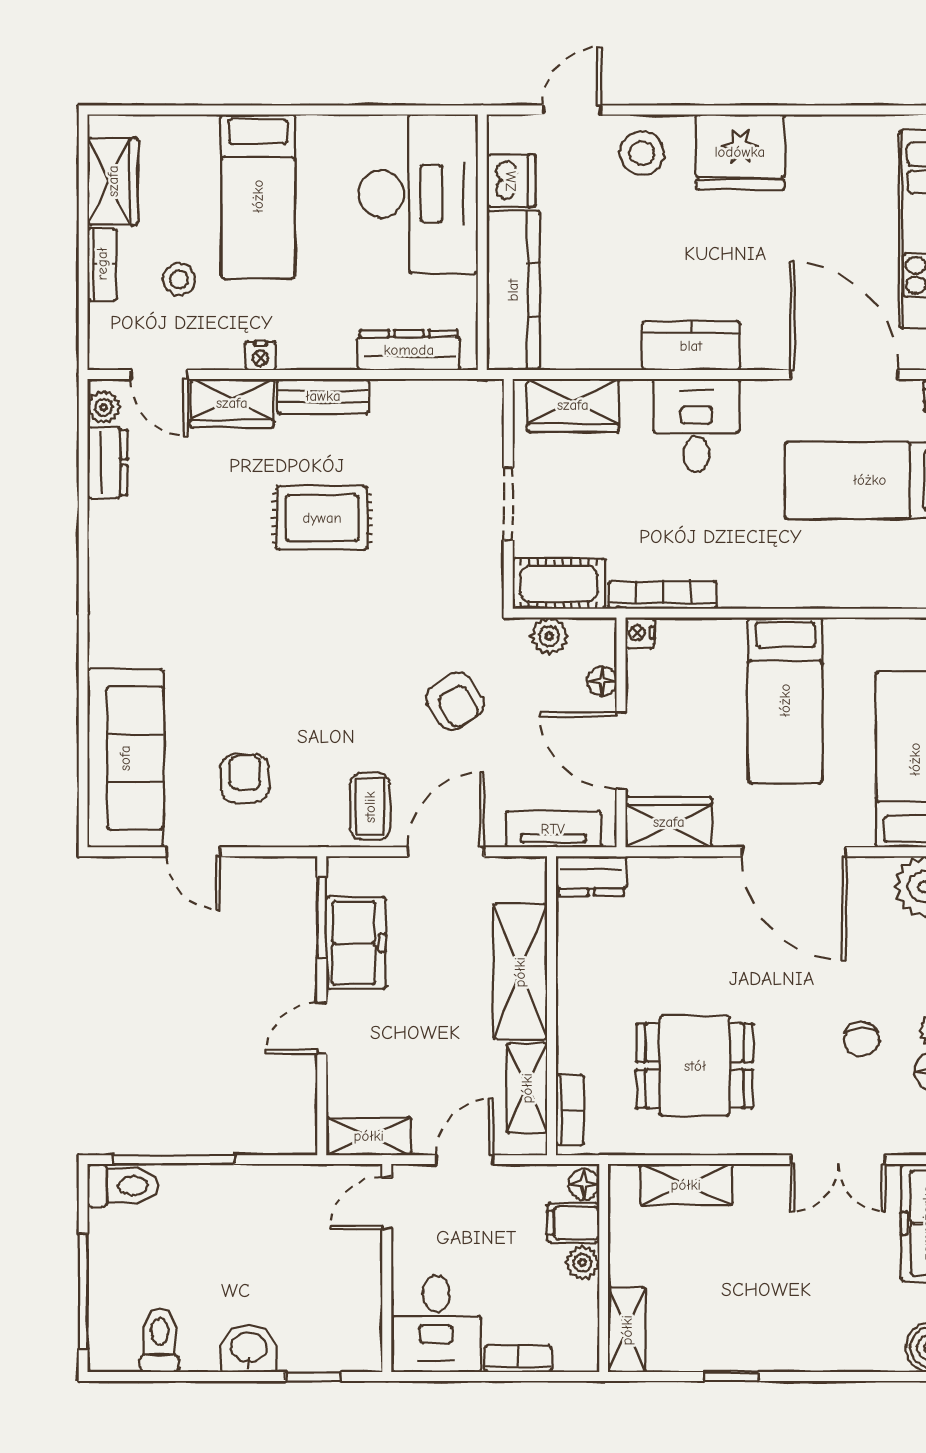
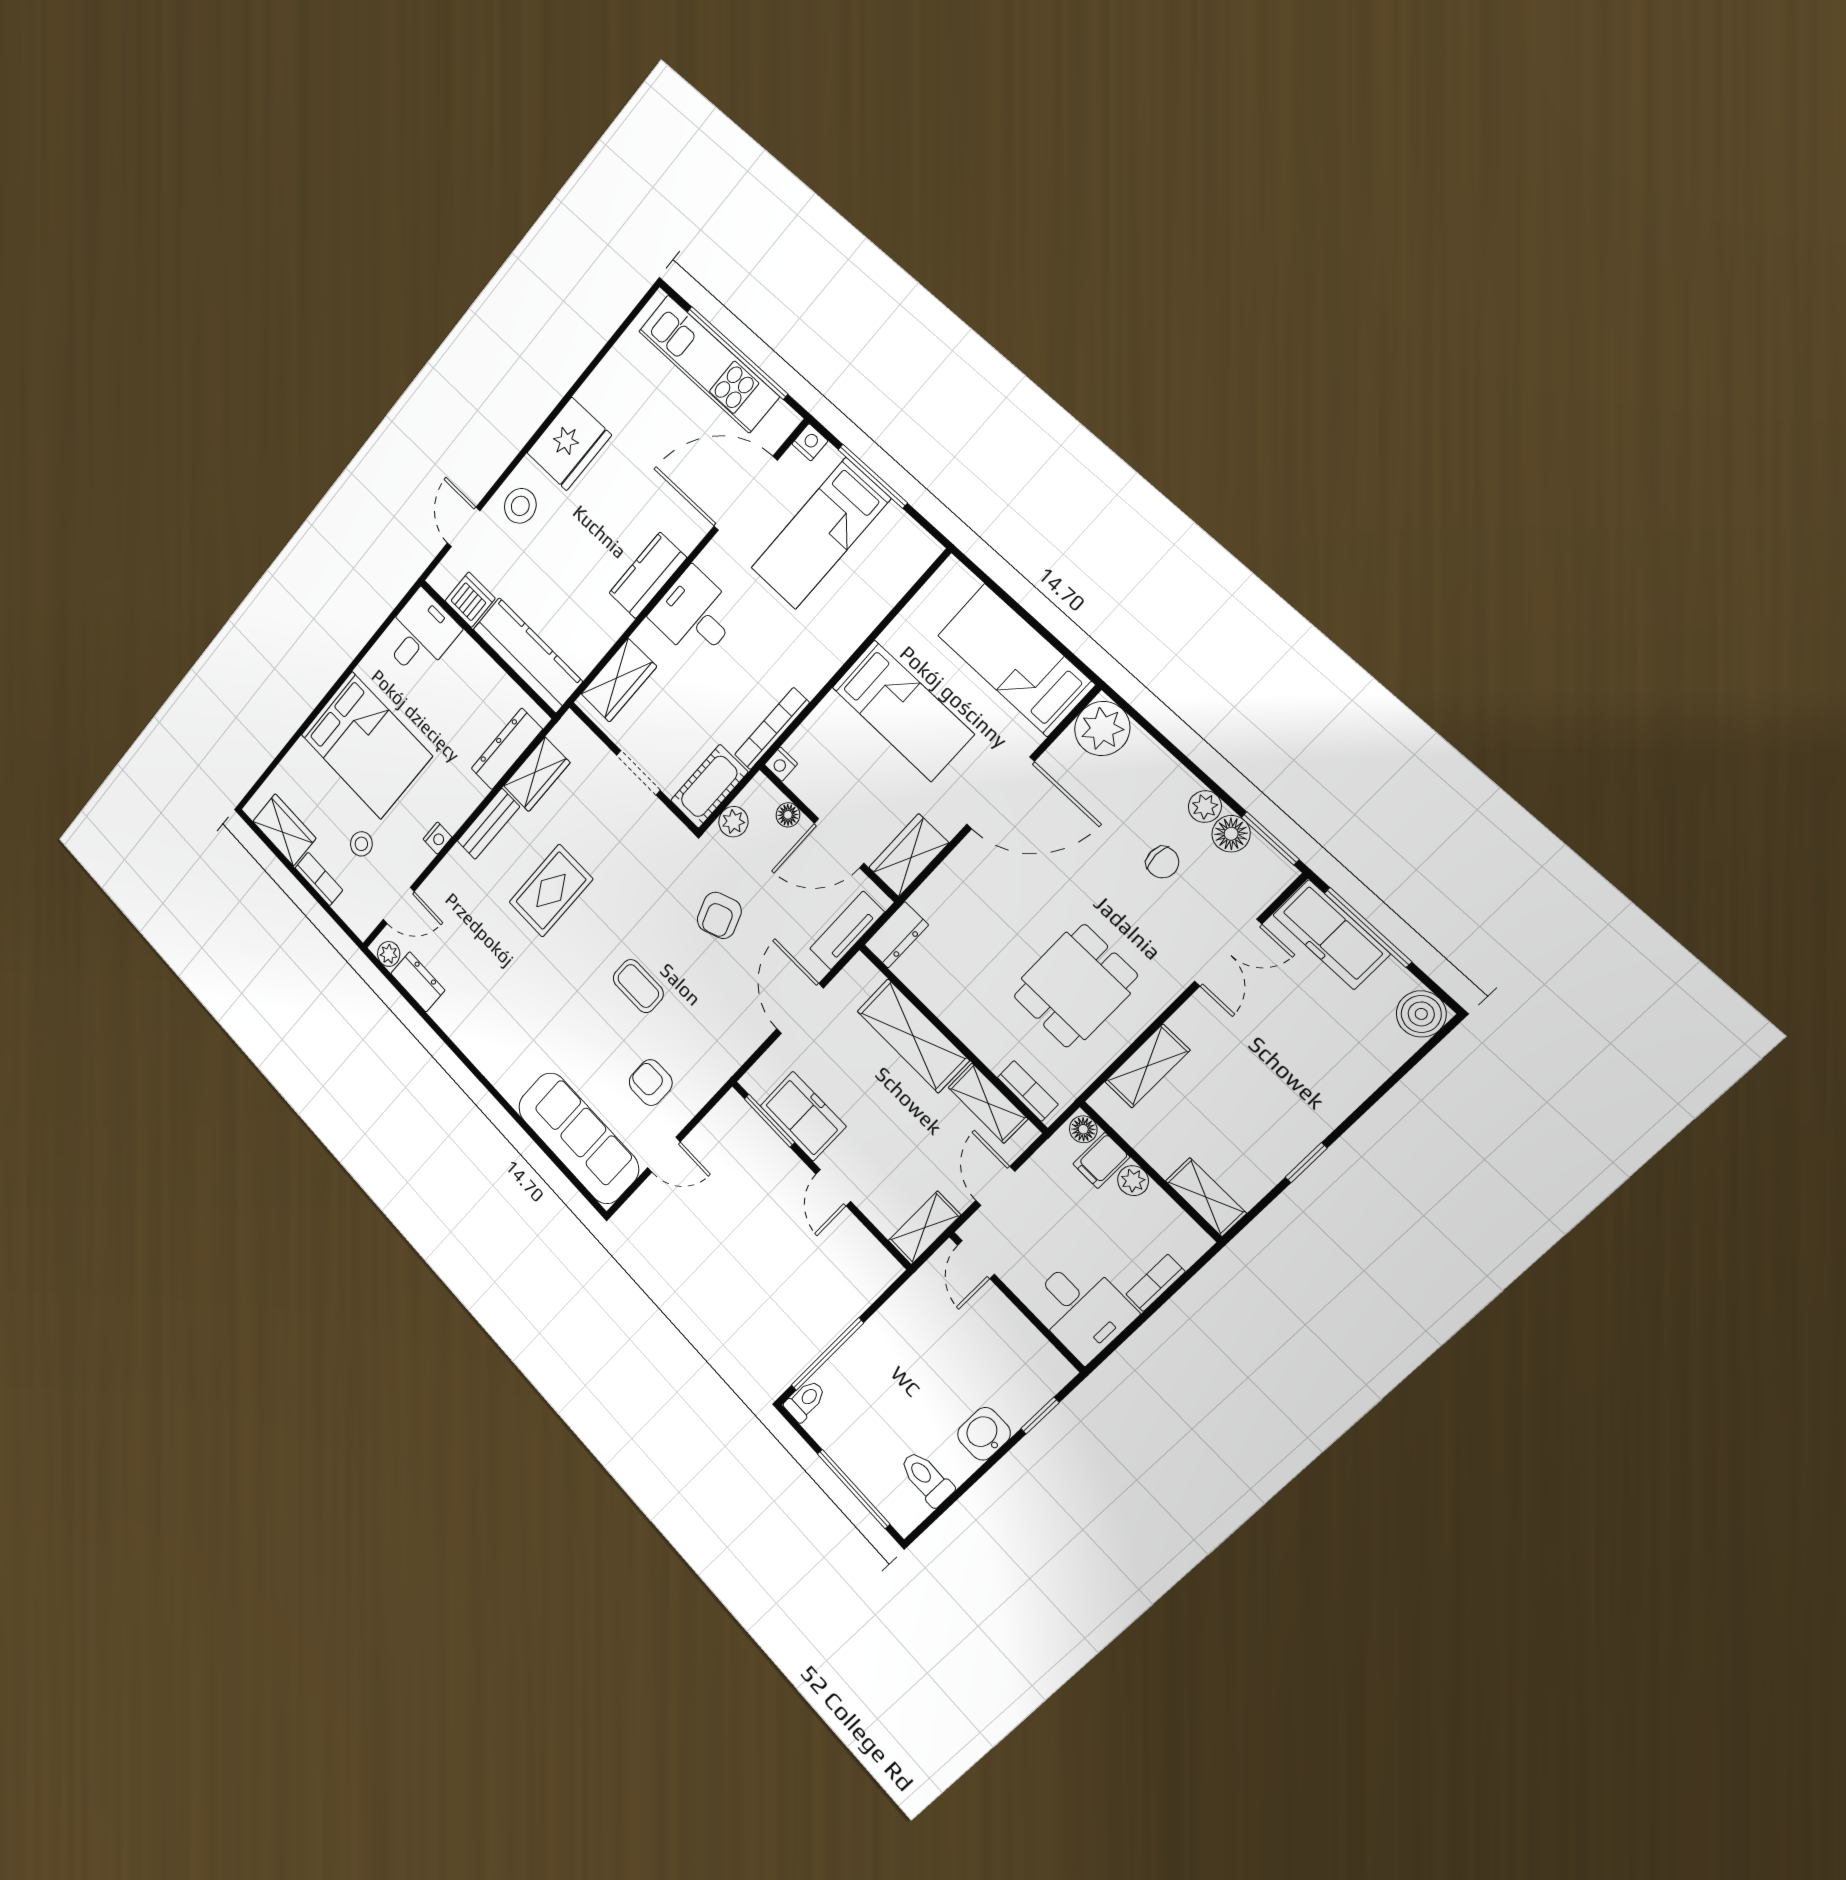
desk: (418, 194) -> (420, 634), width x0.53, depth x0.77
bed: (258, 196) -> (366, 745), width x1.50
wardrobe: (232, 403) -> (537, 774), moved
armchair: (455, 701) -> (719, 915), turned 102
coffee table: (370, 807) -> (638, 986), moved
toilet: (123, 1186) -> (805, 1401), width x0.73, depth x0.72

